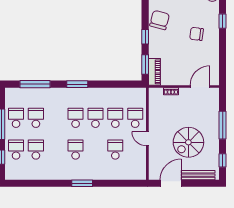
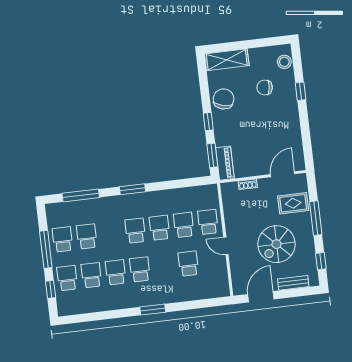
chair: (197, 34) -> (265, 88), moved
rug: (206, 111) -> (293, 203), added
school desk: (56, 150) -> (116, 272), added
bench: (198, 175) -> (293, 283), width x0.73

